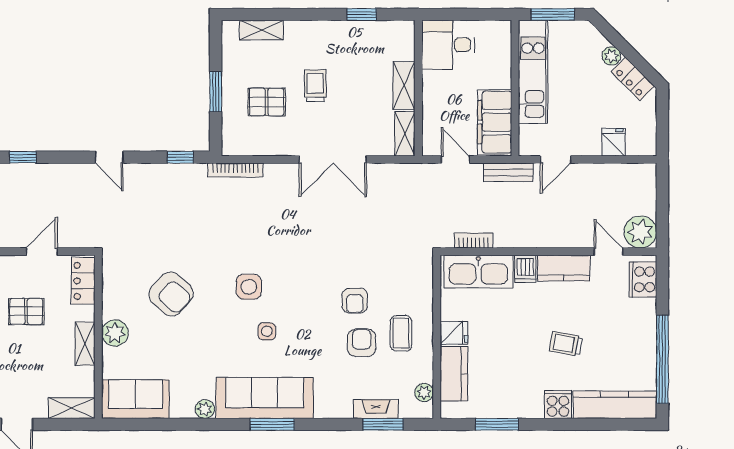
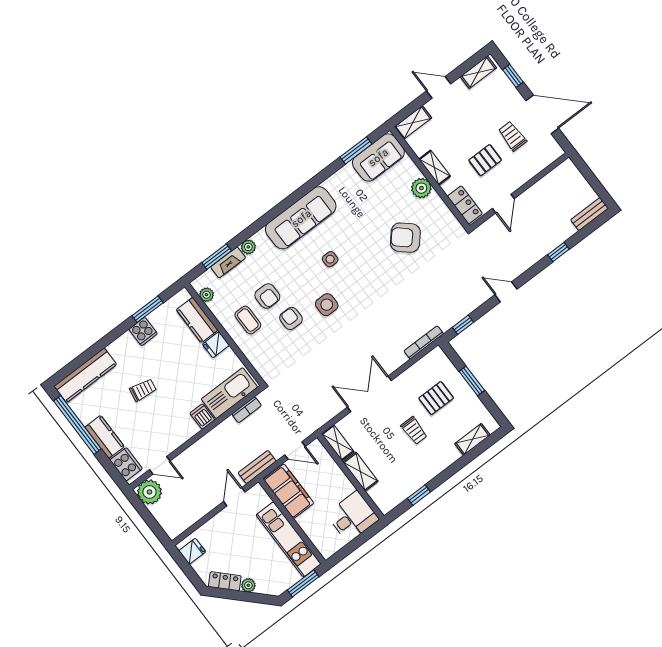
fridge: (614, 142) -> (192, 551), moved, turned -90
kitchen counter: (564, 268) -> (105, 437), moved, turned 90
side table: (249, 287) -> (327, 305), moved
cooker: (558, 405) -> (143, 331), moved
plant: (205, 409) -> (248, 247), moved
window: (272, 424) -> (356, 150), moved

